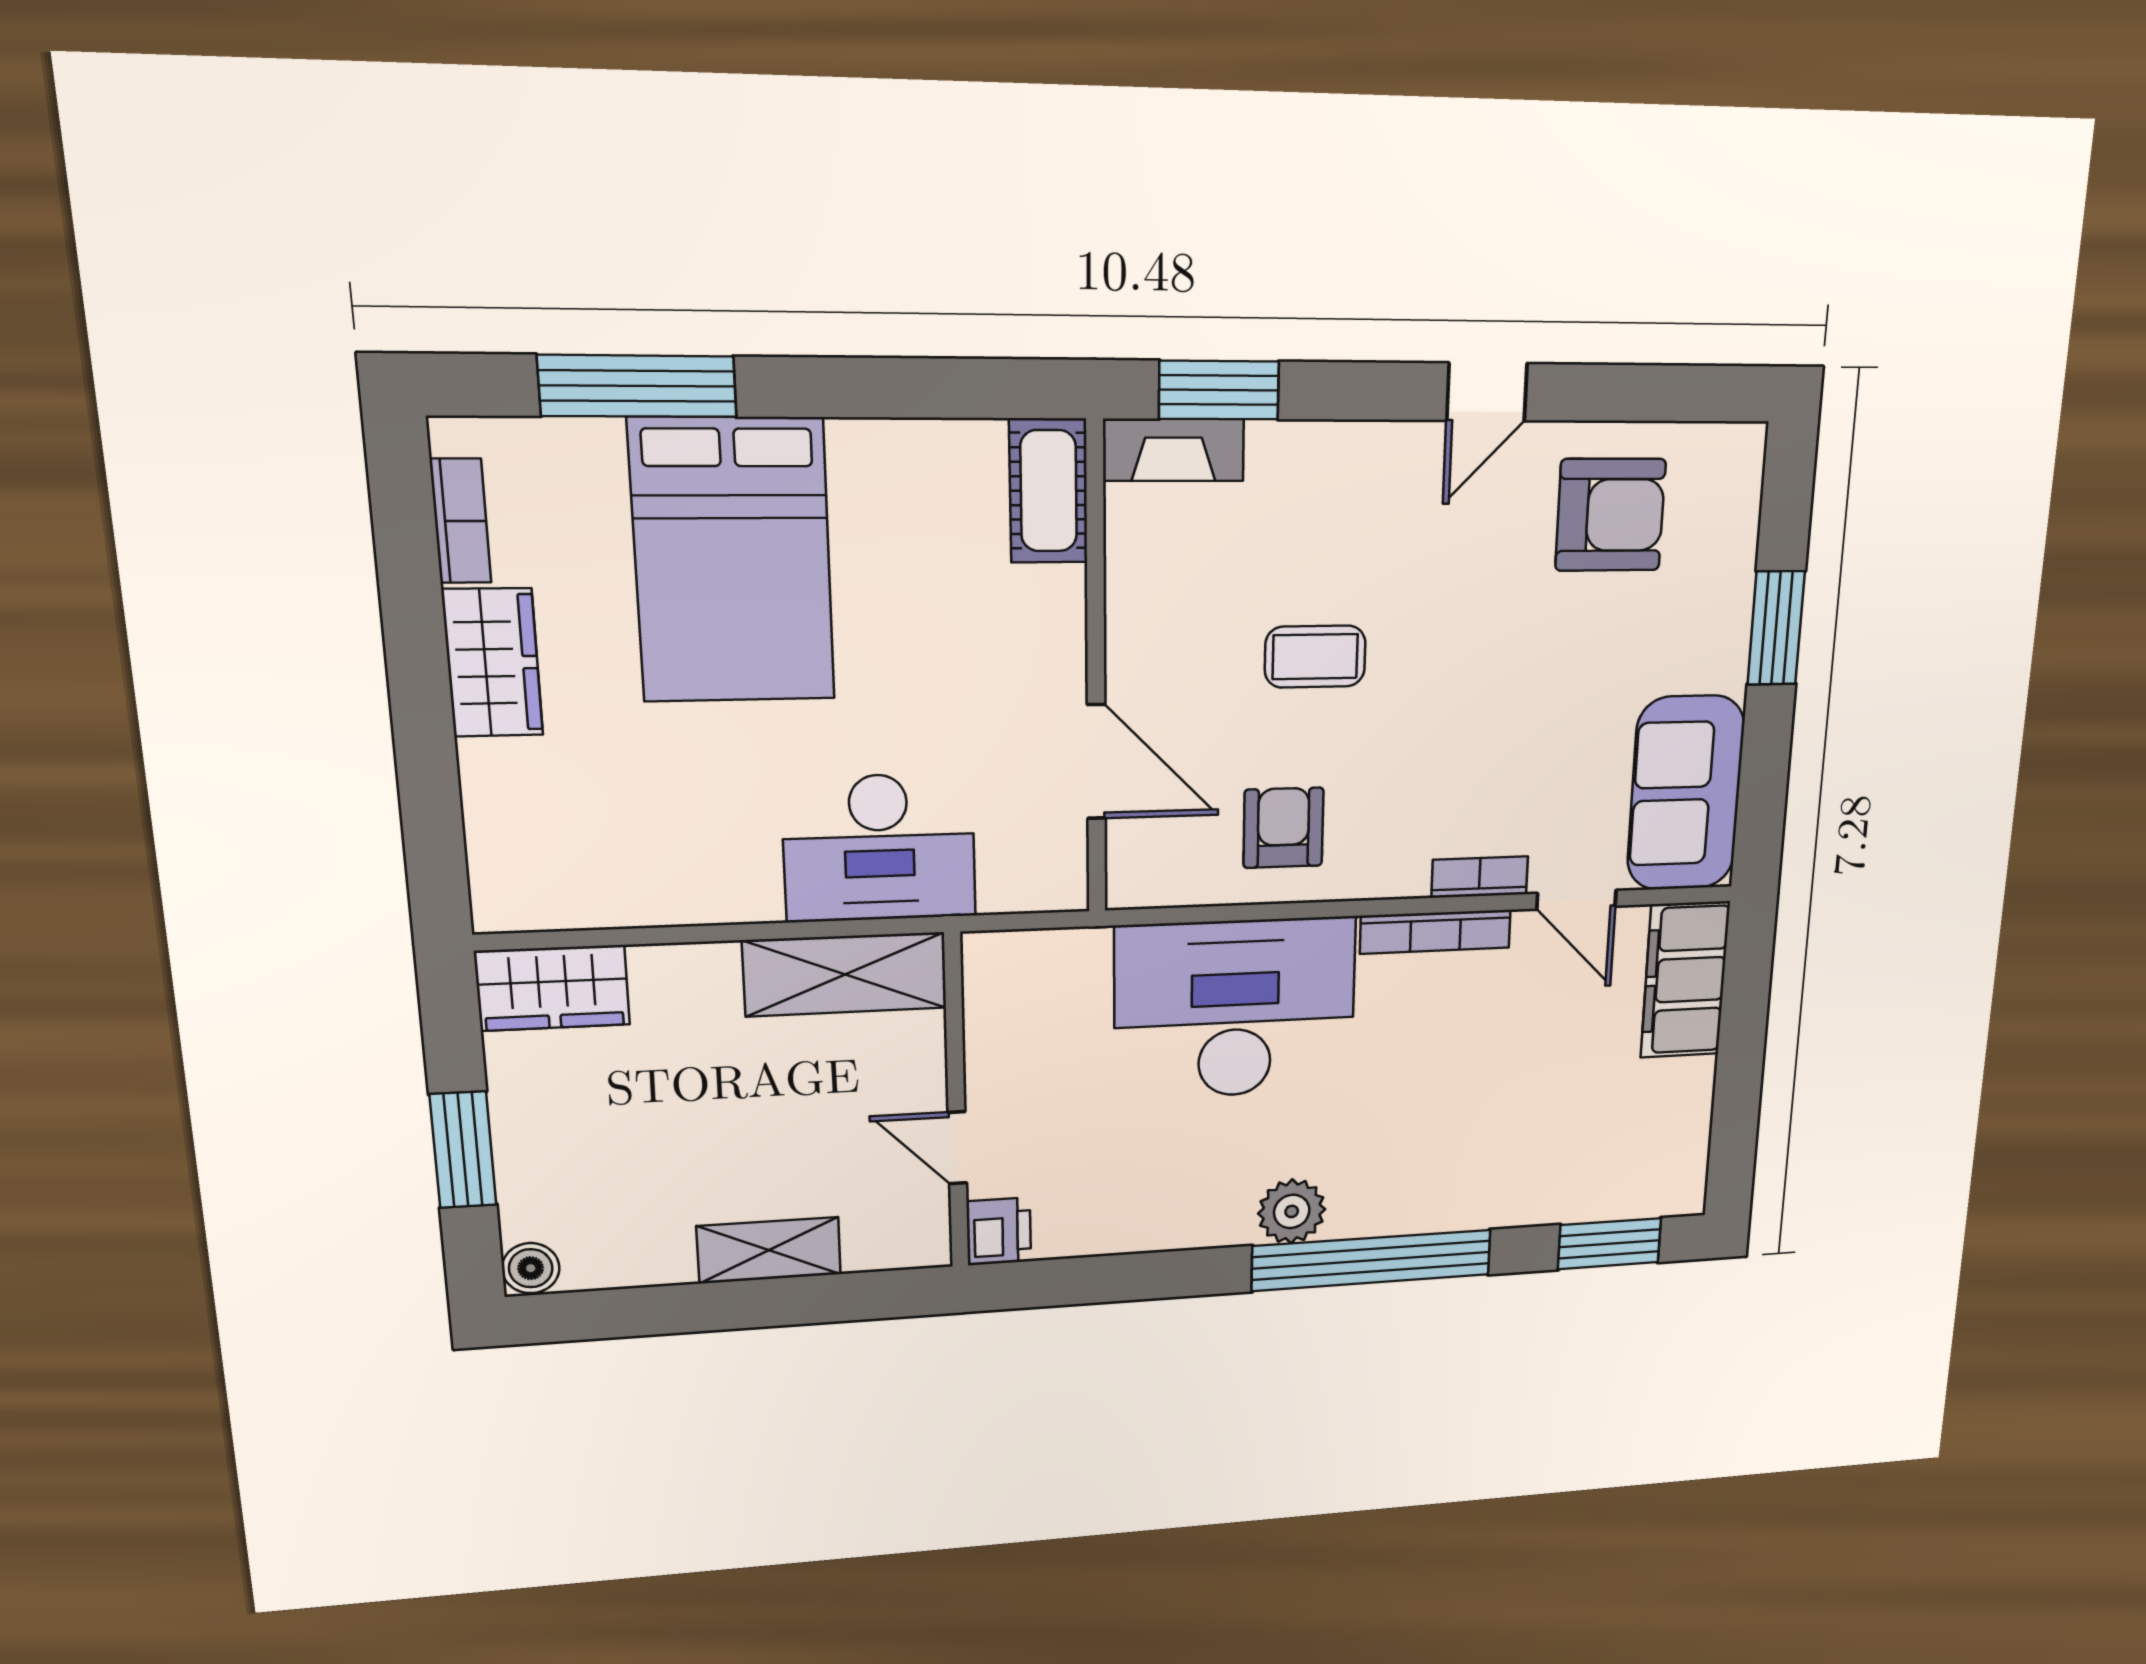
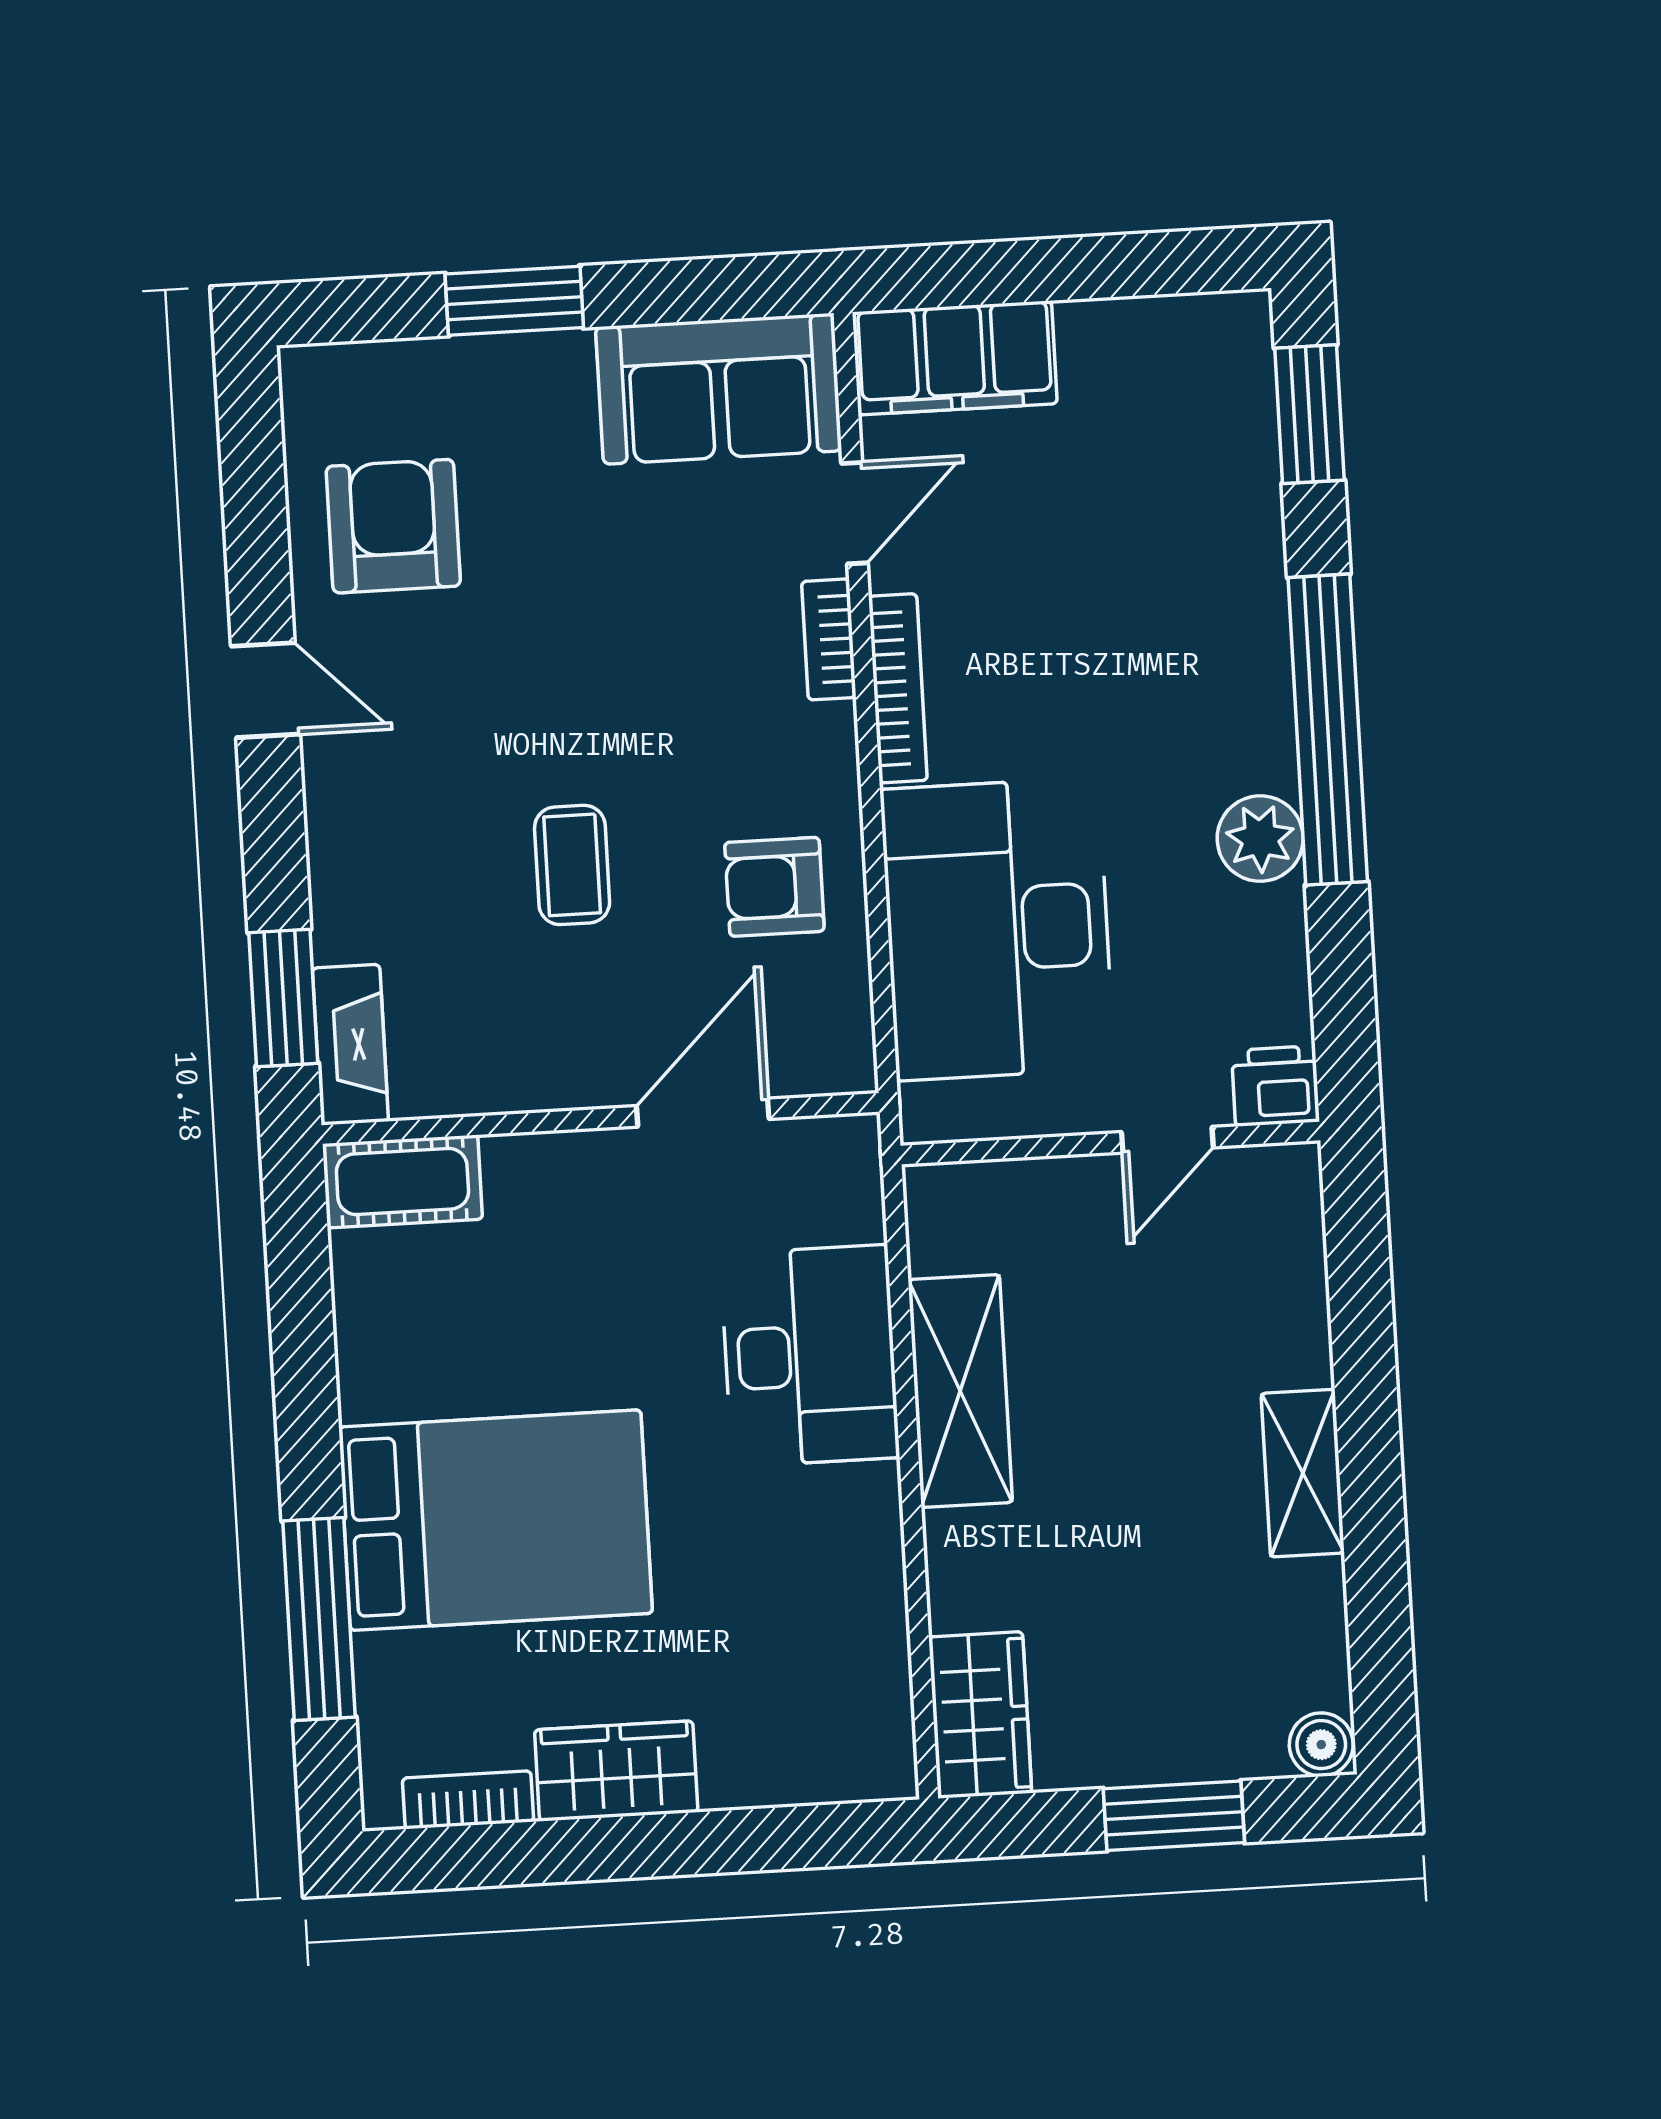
wall: (956, 1103) -> (1110, 1143), moved
door: (957, 1148) -> (1167, 1140), moved
printer: (999, 1231) -> (1275, 1086), moved

